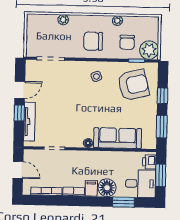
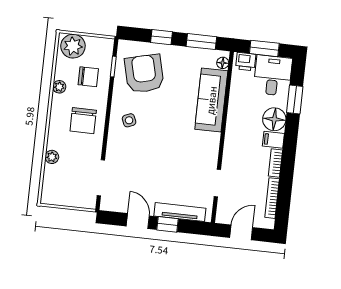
plant: (149, 50) -> (73, 46), moved
floor lamp: (88, 143) -> (223, 63), moved

